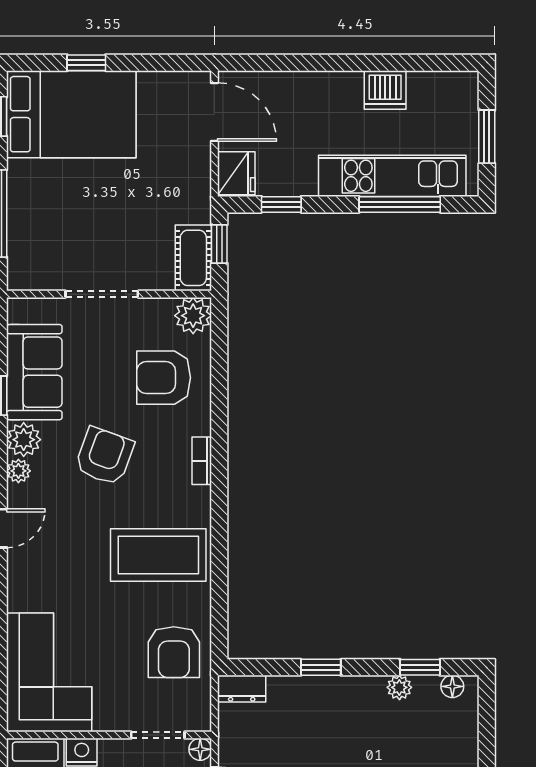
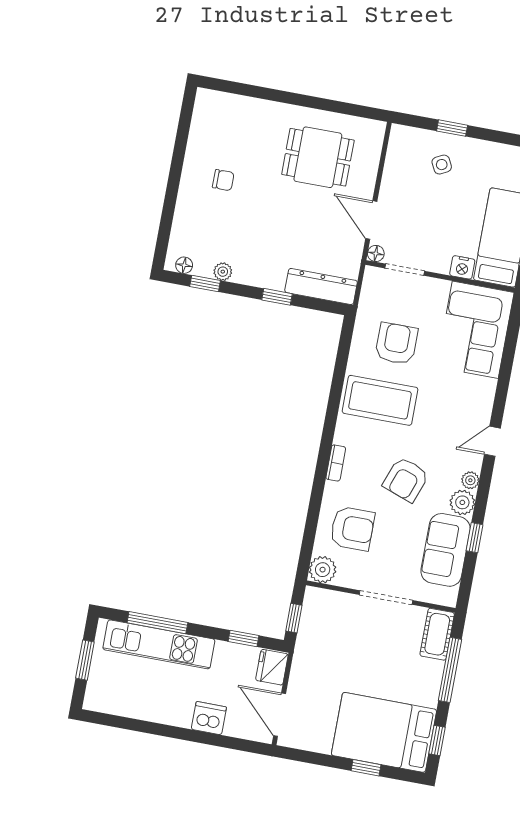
dishwasher: (385, 90) -> (209, 718), moved
cot: (193, 258) -> (437, 634), moved
armchair: (174, 652) -> (396, 344), moved
dresser: (242, 689) -> (321, 286), width x1.96, depth x1.24

